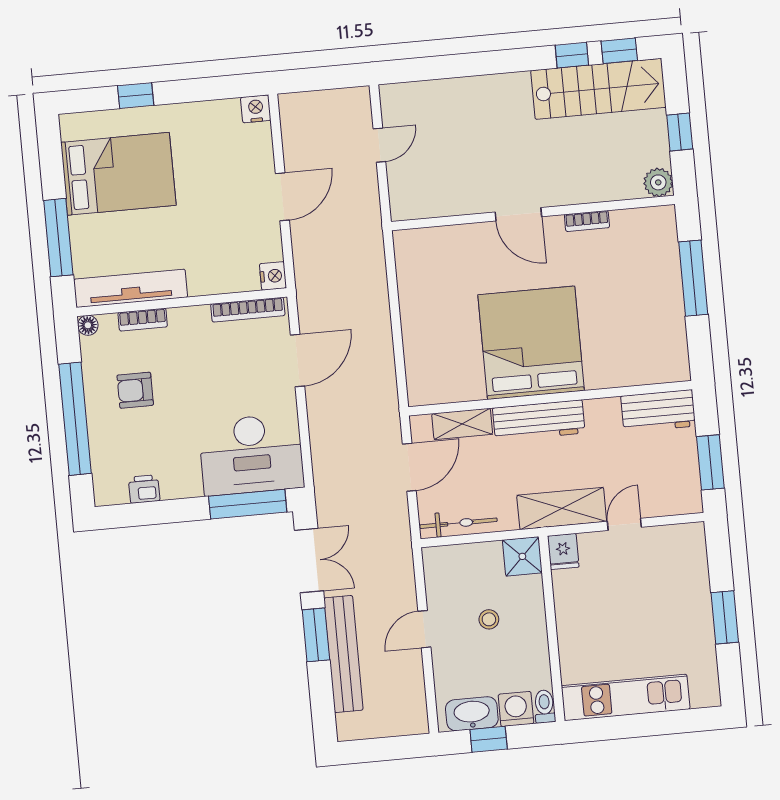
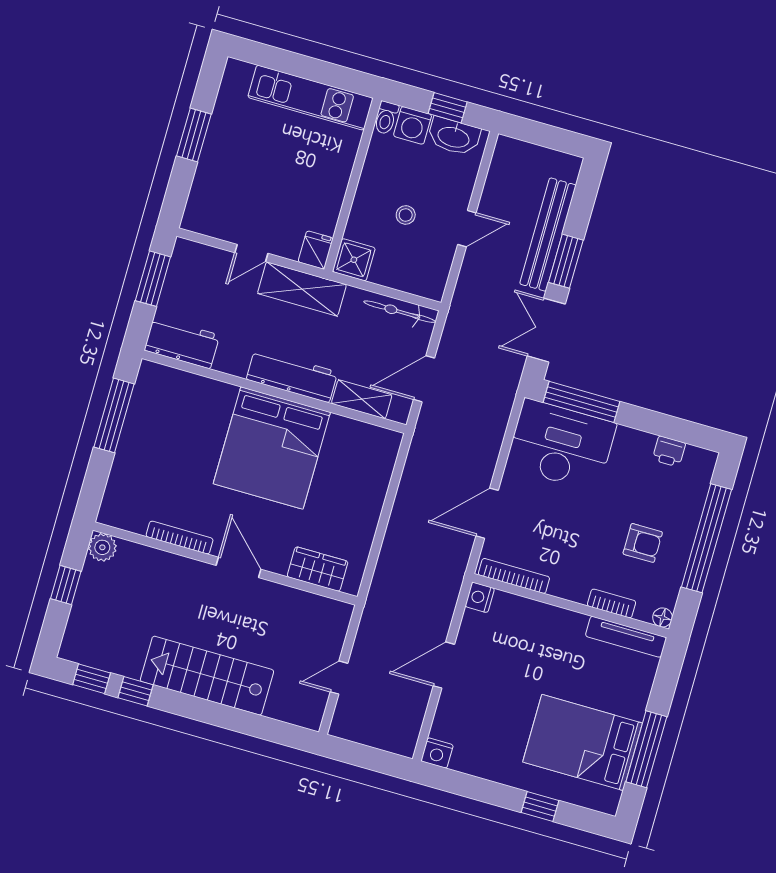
stairs: (598, 89) -> (207, 676), moved
bookcase: (587, 221) -> (180, 538), width x1.56
window: (58, 238) -> (646, 749), moved
wardrobe: (441, 242) -> (318, 569), added
window: (693, 278) -> (114, 415), moved
tv unit: (131, 288) -> (626, 637), width x0.73, depth x0.78

